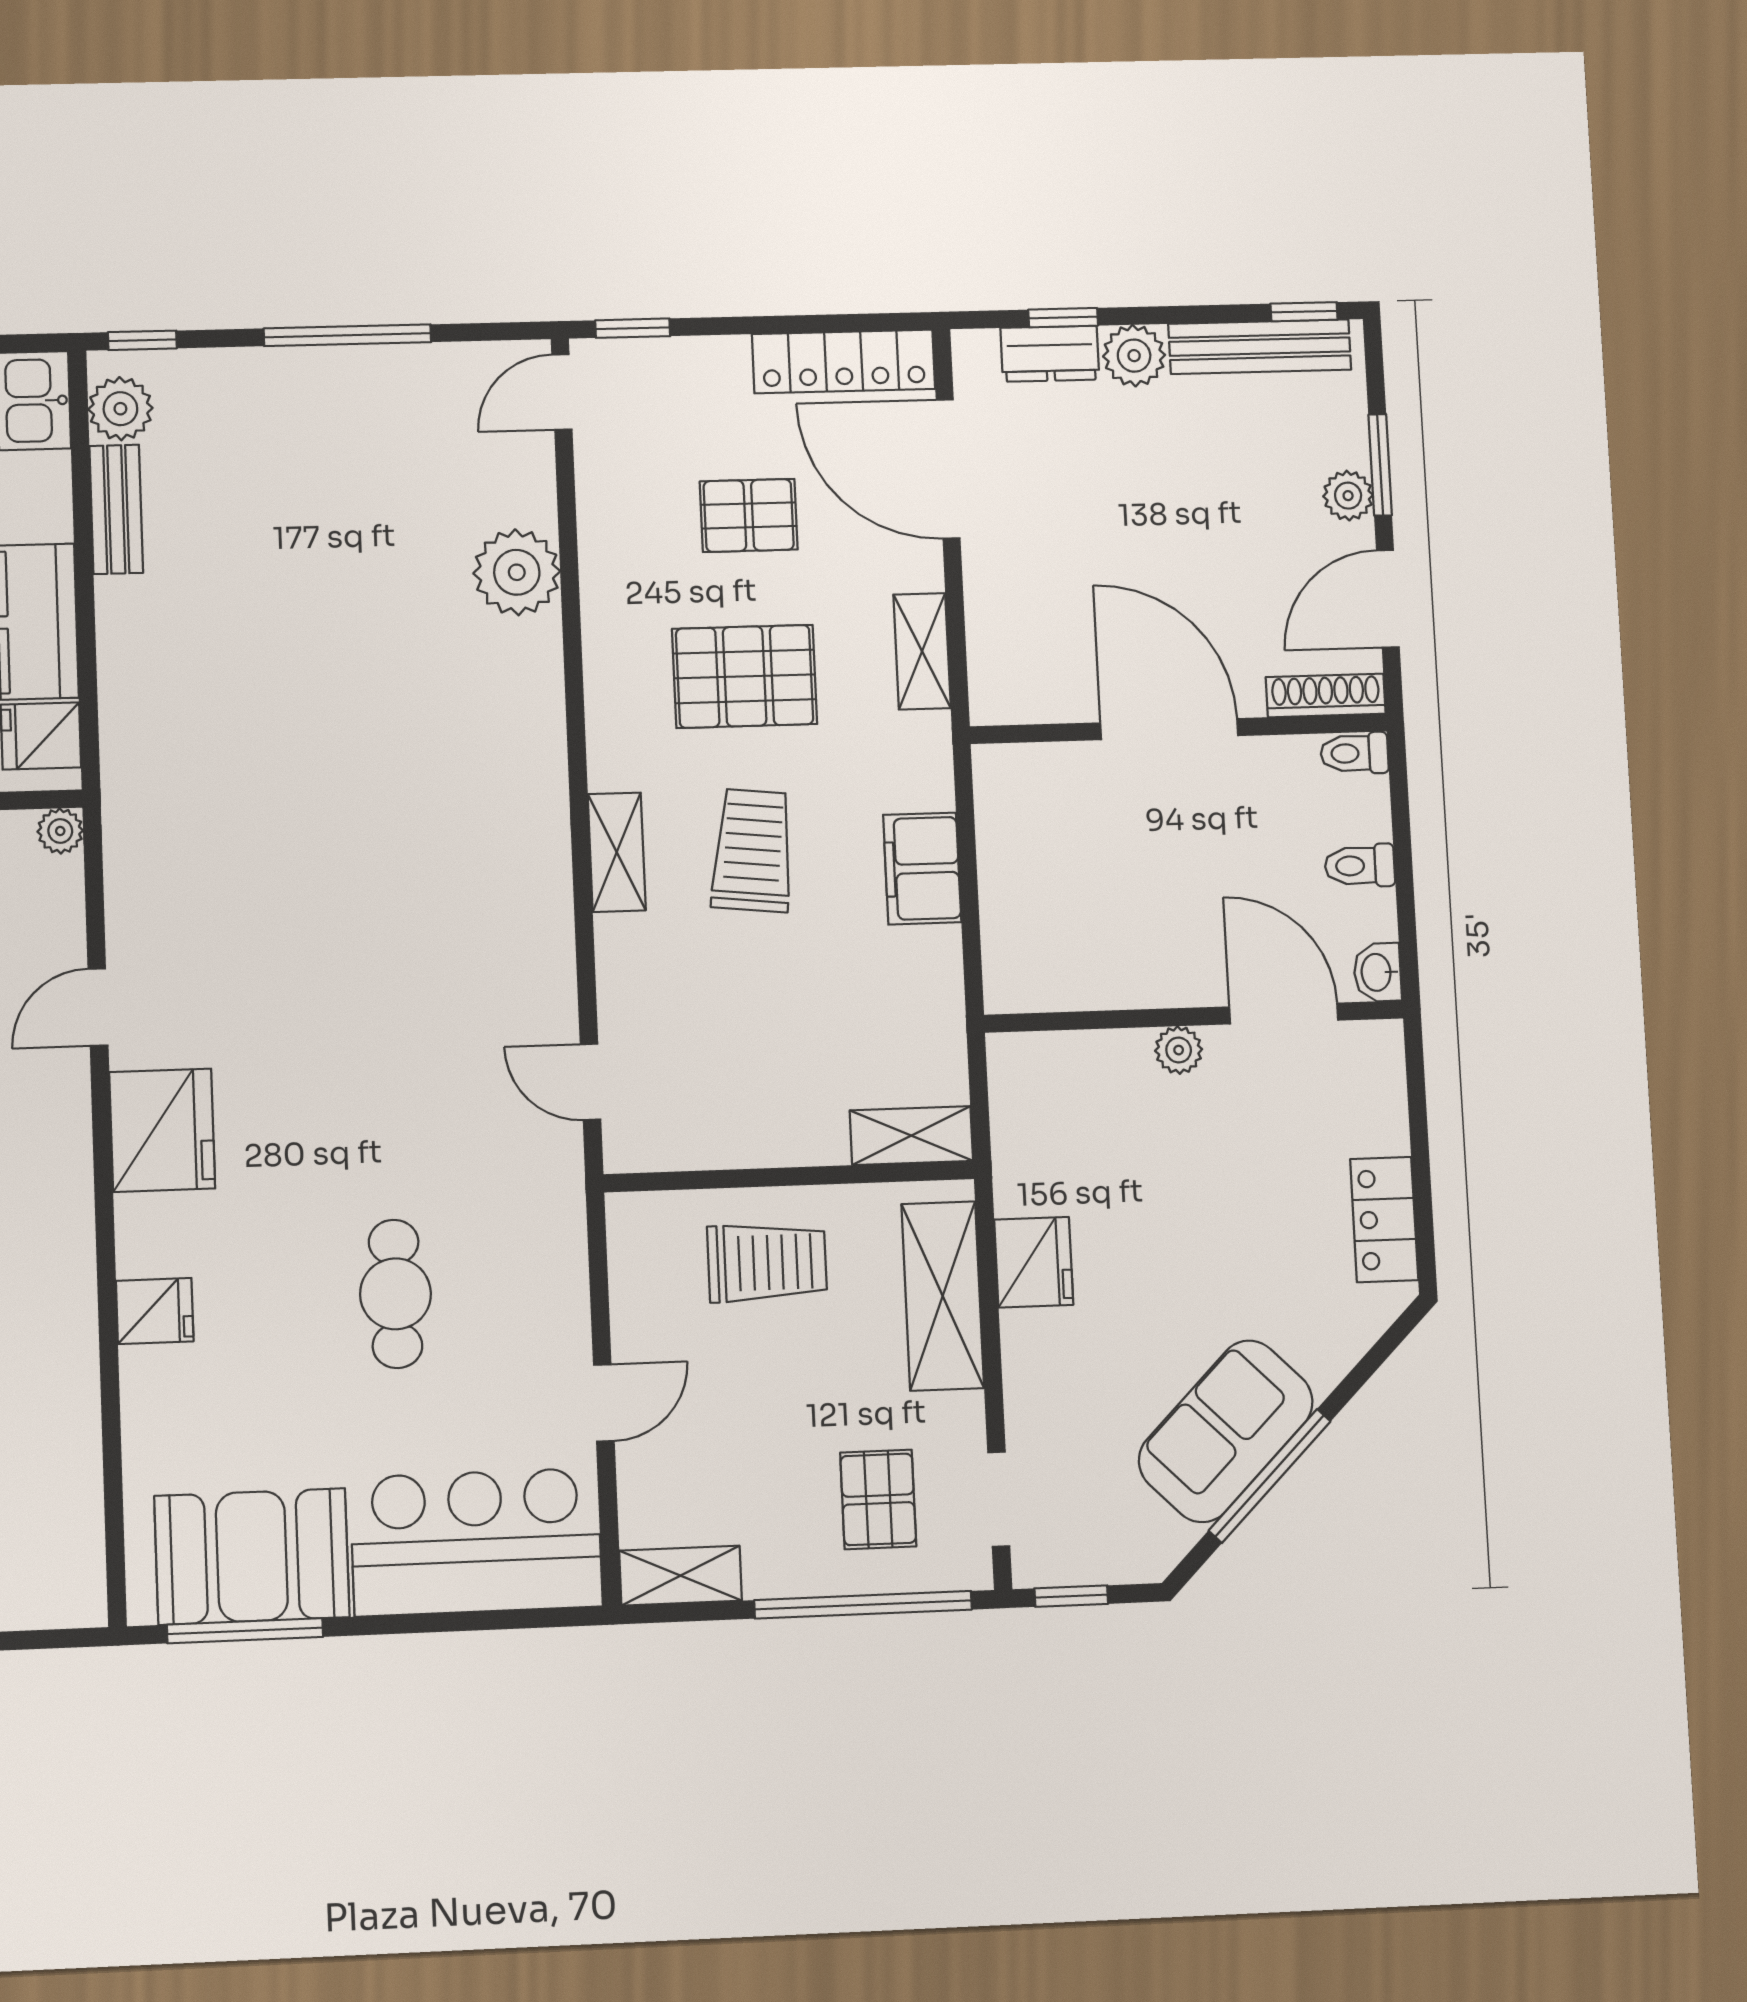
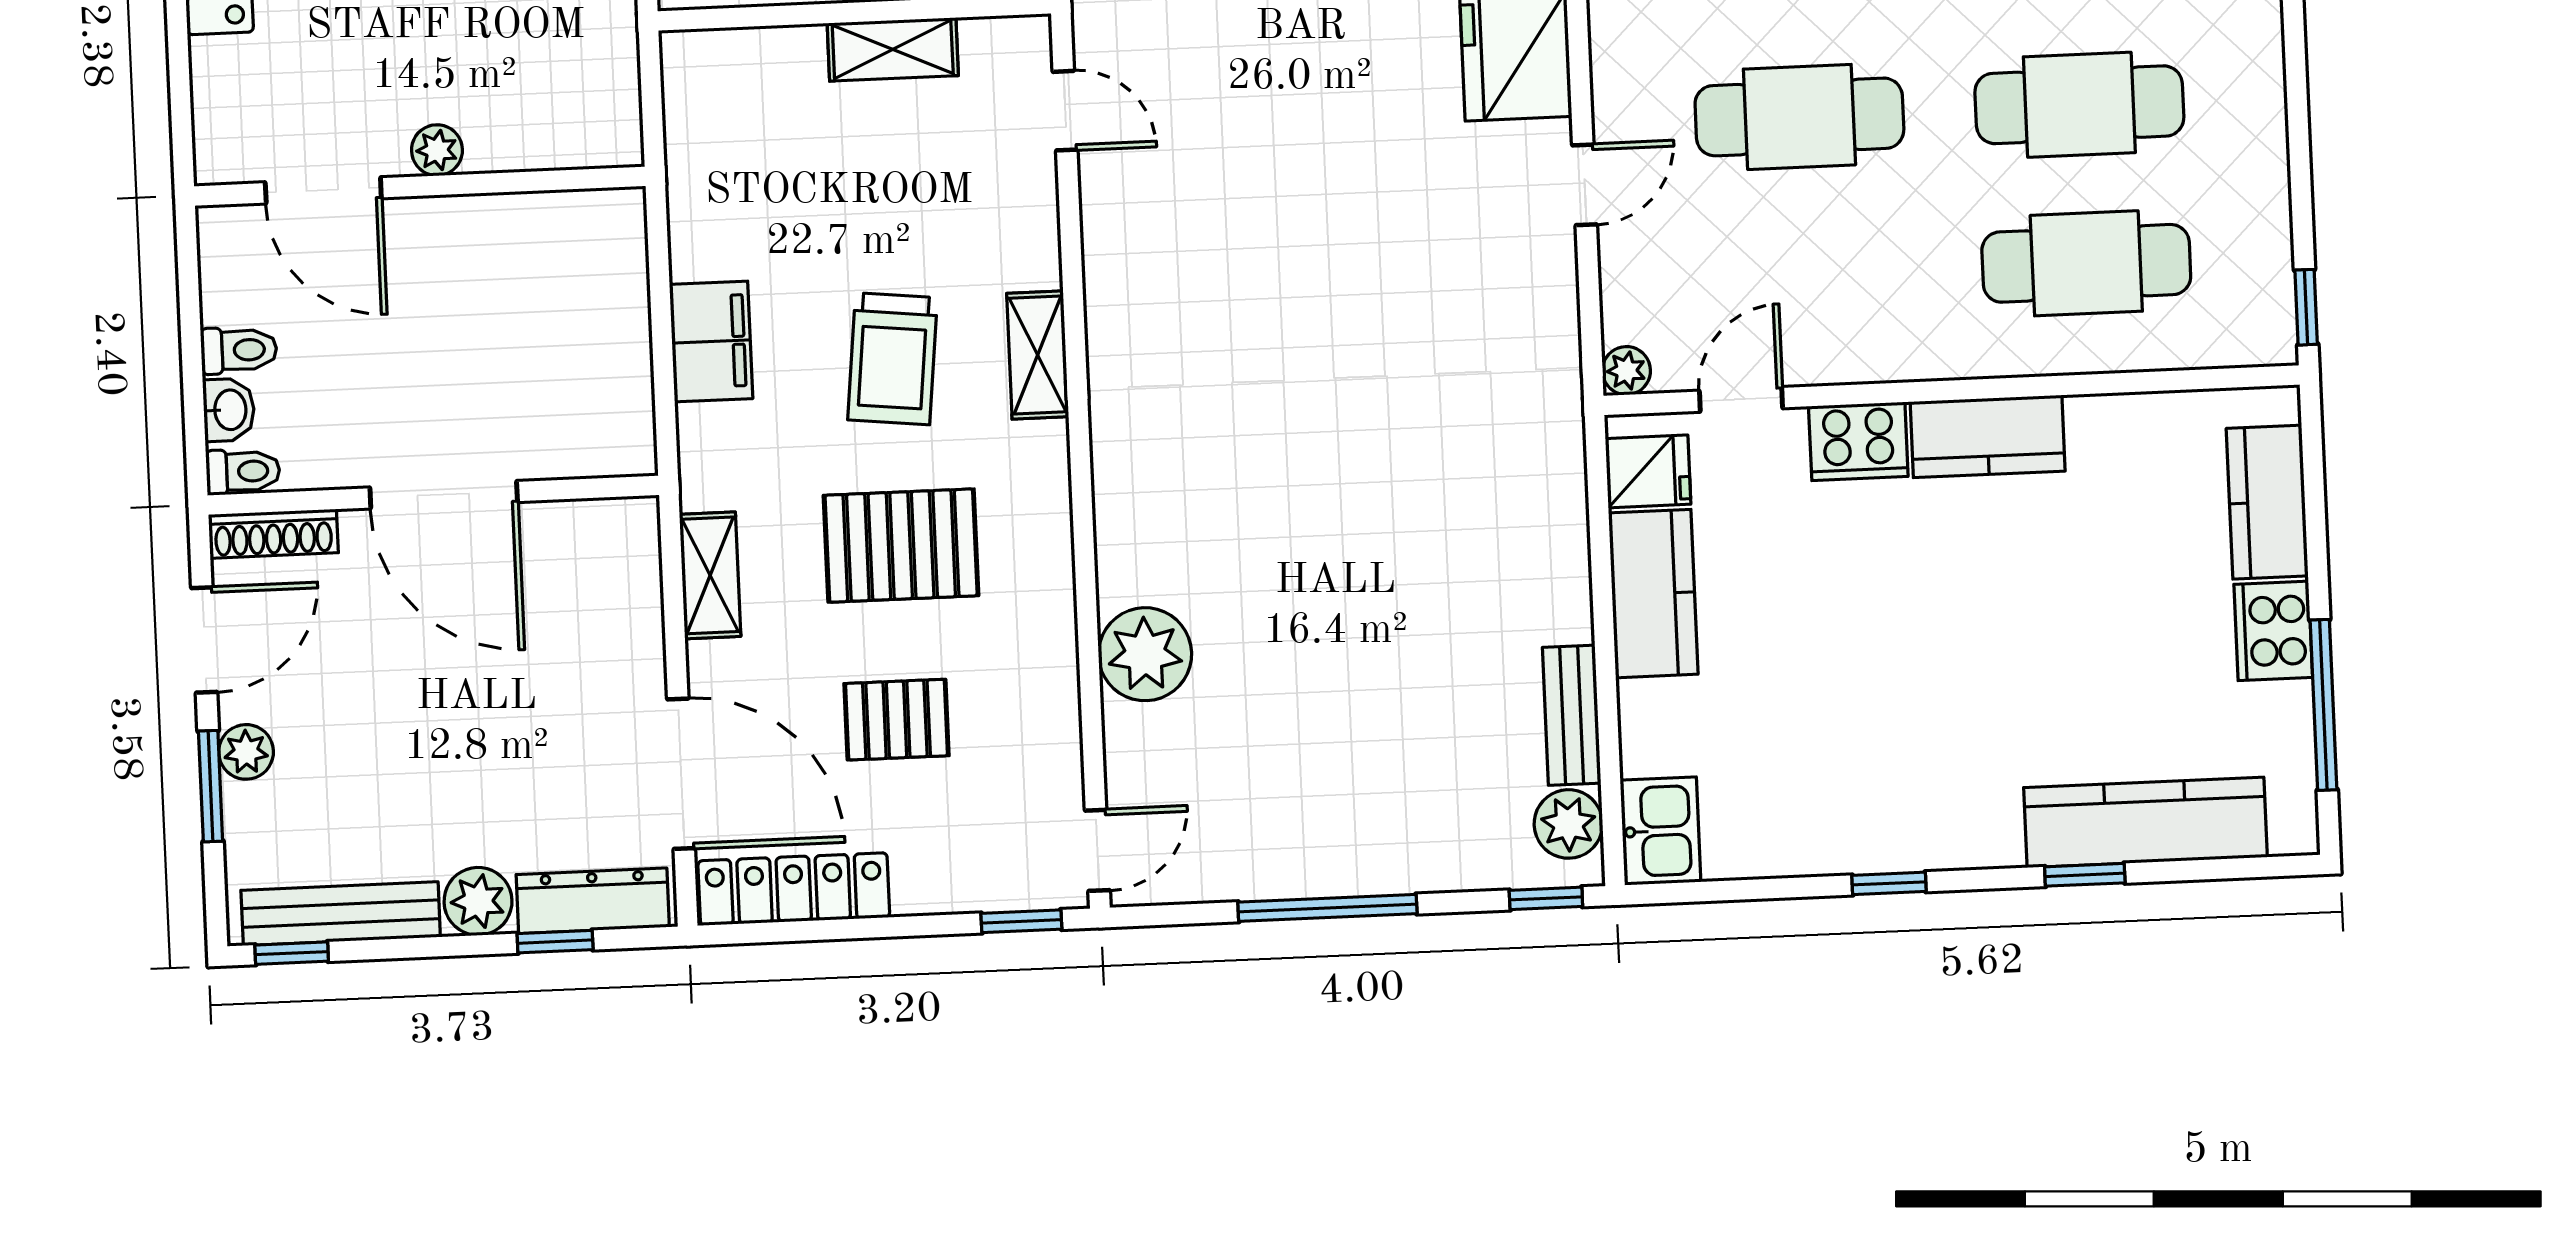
dresser: (1050, 354) -> (593, 901), width x1.44
washbasin: (1377, 972) -> (229, 410), moved
shelving: (911, 1136) -> (893, 49), moved

